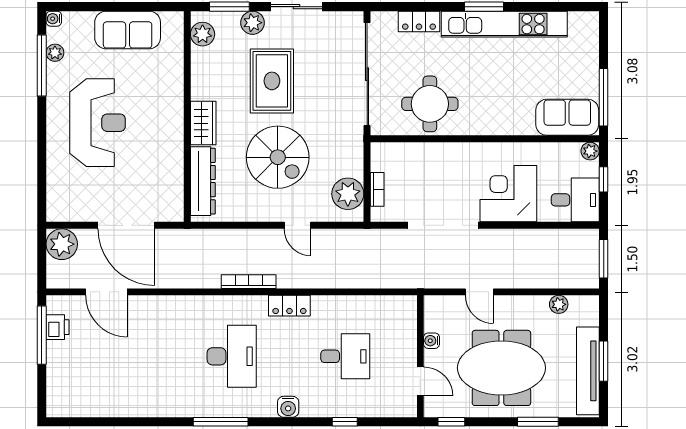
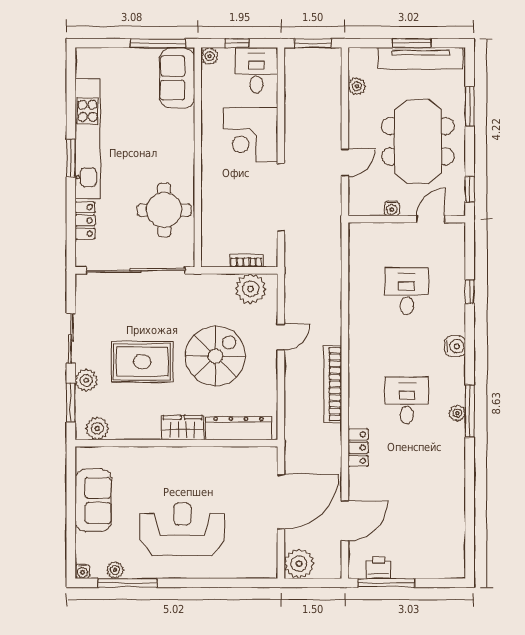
bookcase: (249, 282) -> (333, 384), width x1.48, depth x1.31
locker: (289, 306) -> (358, 448), moved
desk: (232, 356) -> (407, 400), width x0.73
plant: (218, 409) -> (457, 413), added

